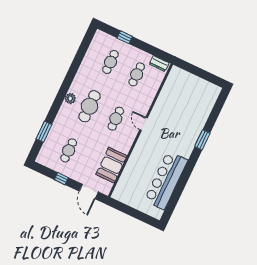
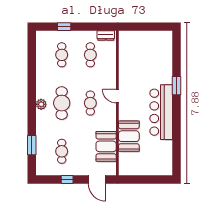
booth: (137, 166) -> (129, 136), added
bar counter: (166, 180) -> (161, 112), moved

